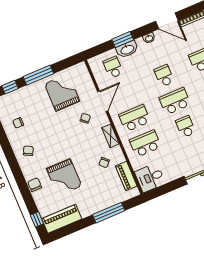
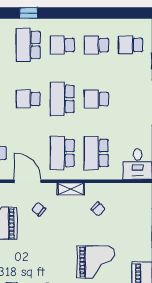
piano: (126, 176) -> (124, 190), removed

